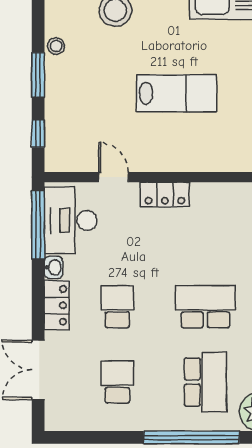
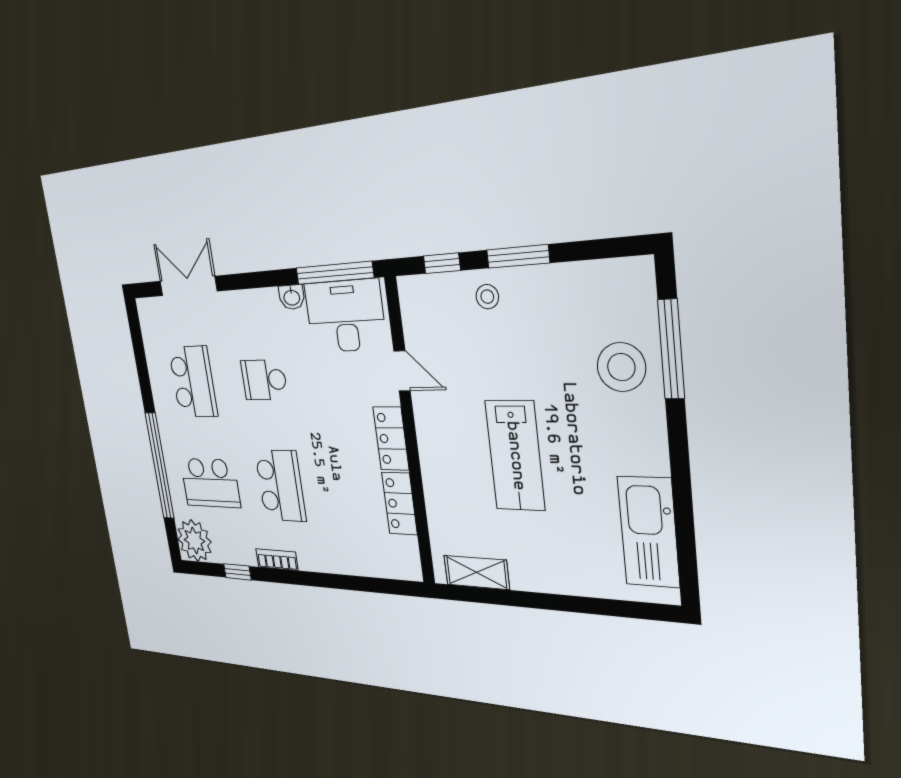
stool: (56, 46) -> (487, 297), moved
door: (114, 177) -> (402, 371), hinge flipped
locker: (57, 305) -> (399, 504), moved, turned 90
school desk: (117, 307) -> (264, 380), turned 180
school desk: (117, 382) -> (193, 382), width x1.85

